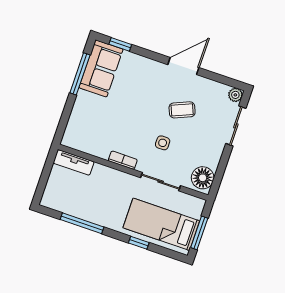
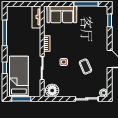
sofa: (101, 68) -> (62, 14), moved

